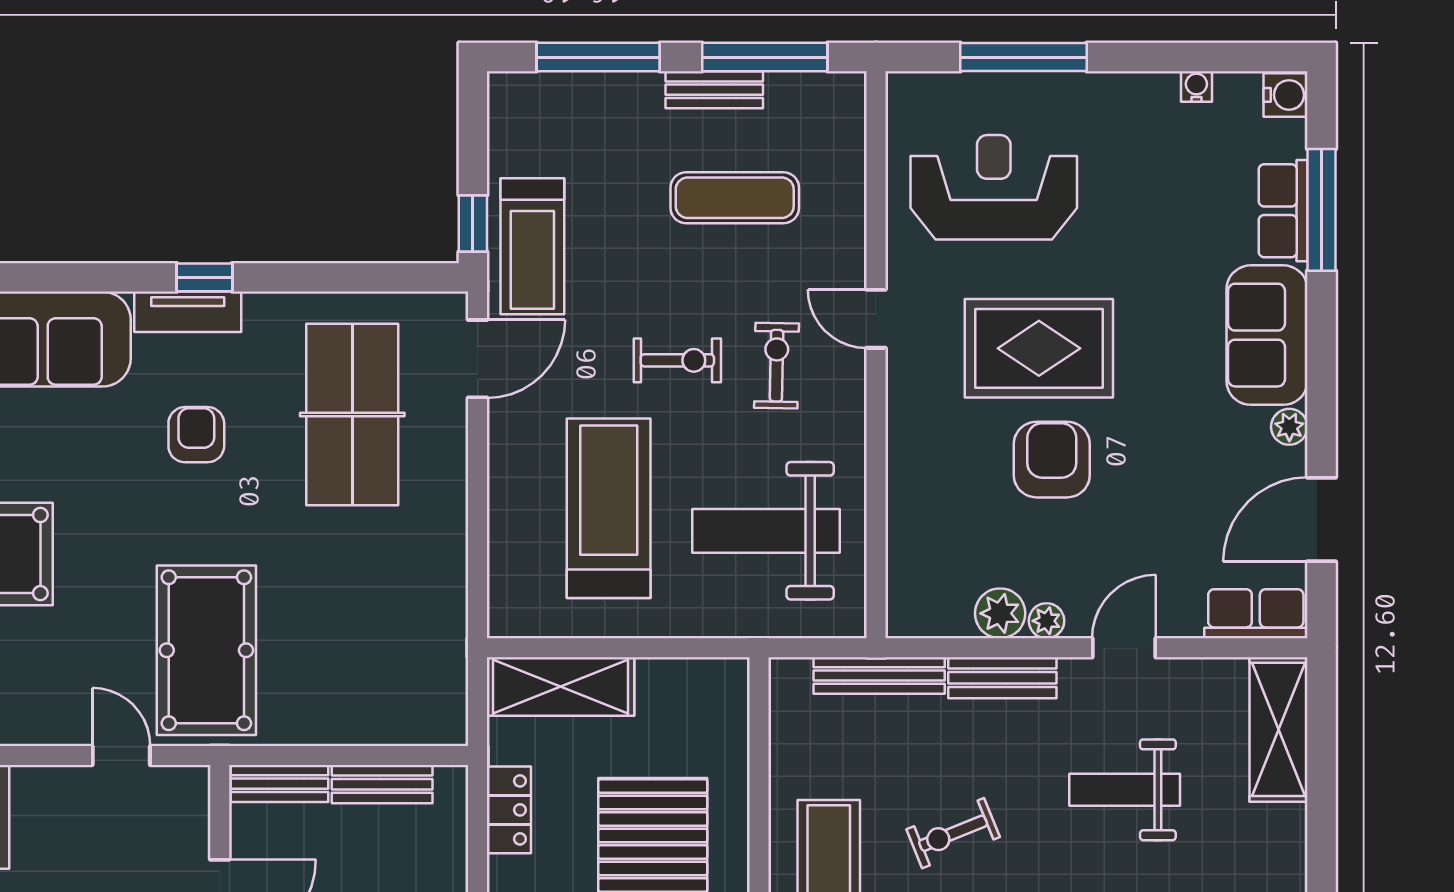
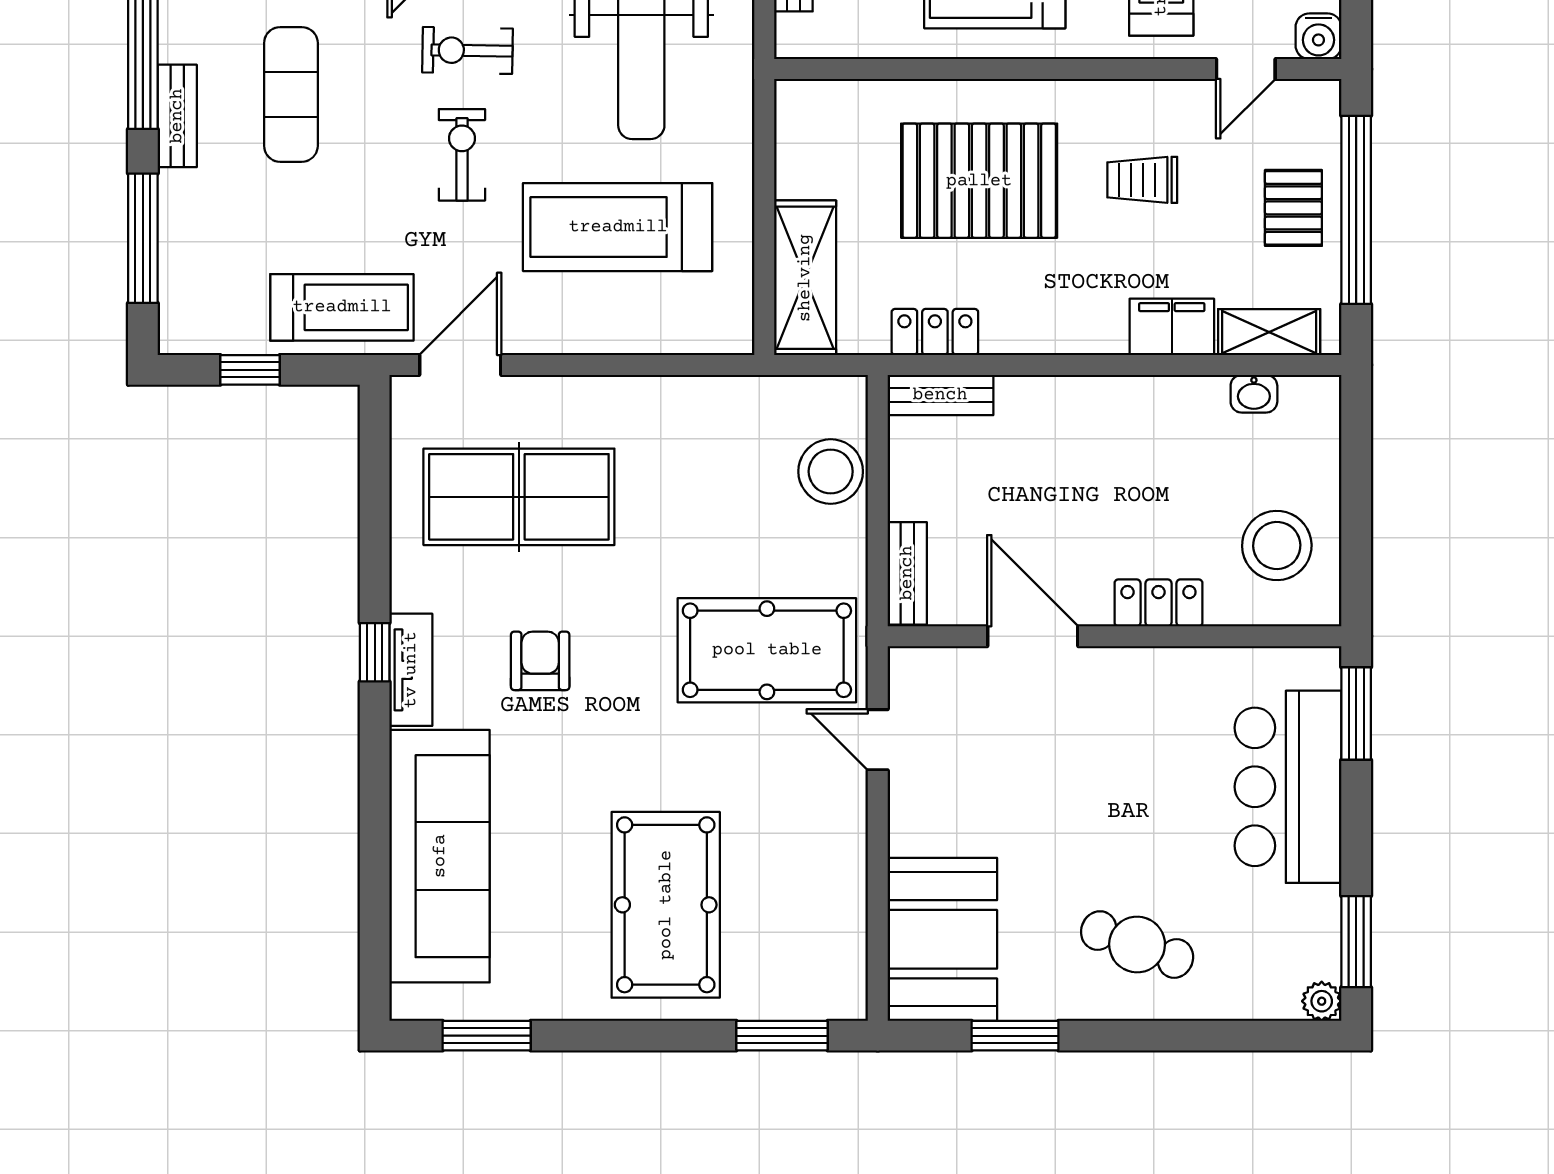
window: (473, 223) -> (250, 370), moved
door: (478, 359) -> (460, 365), hinge flipped
armchair: (196, 435) -> (540, 661), turned 90
stool: (376, 711) -> (831, 471), added
door: (121, 756) -> (878, 740), hinge flipped
bench: (382, 784) -> (940, 395), moved, turned 90

